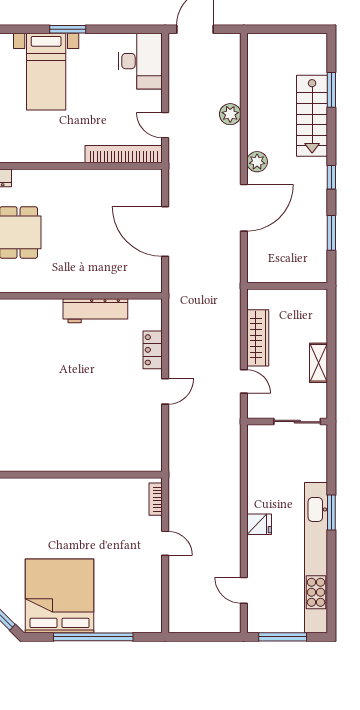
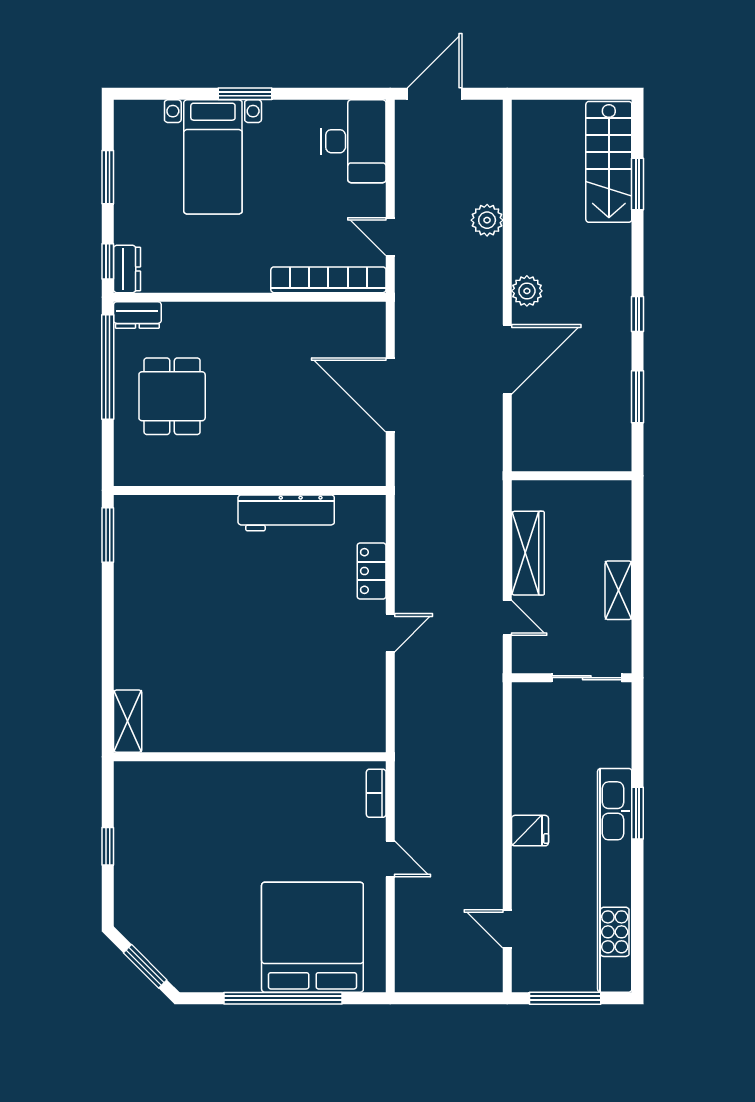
stairs: (312, 116) -> (609, 162), moved
bed: (59, 596) -> (312, 937), moved

